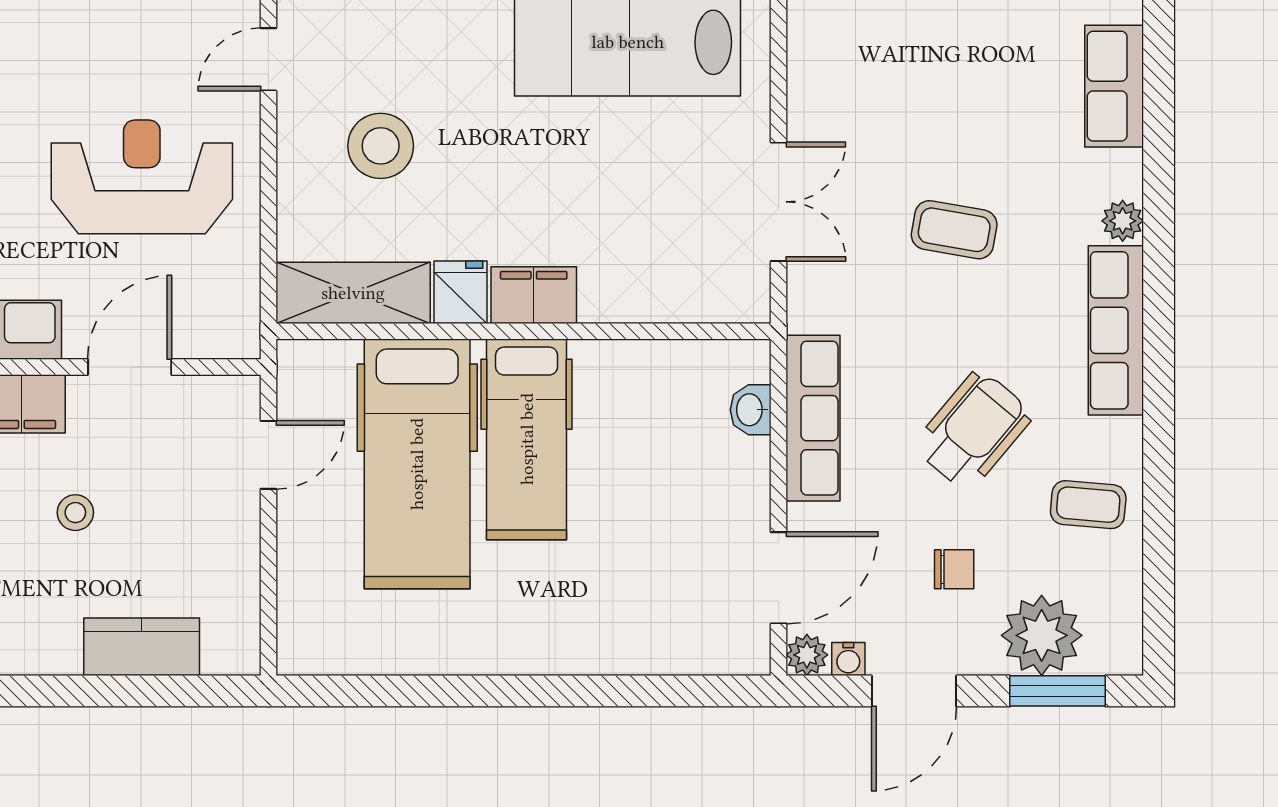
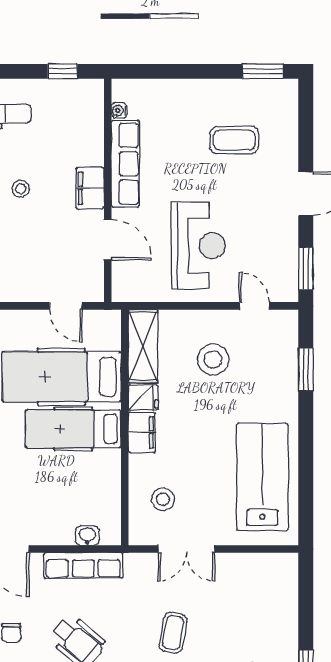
stool: (674, 251) -> (163, 499), added
stool: (75, 513) -> (21, 189), moved

